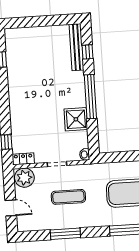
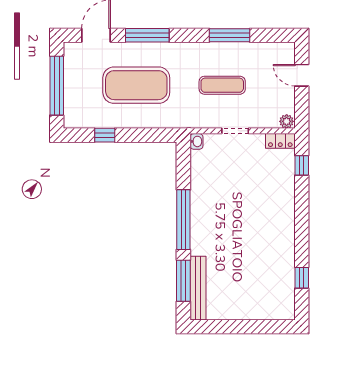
window: (88, 52) -> (183, 281), width x2.17
shower: (76, 119) -> (205, 190), removed
plant: (24, 178) -> (287, 121), width x0.53, depth x0.53

